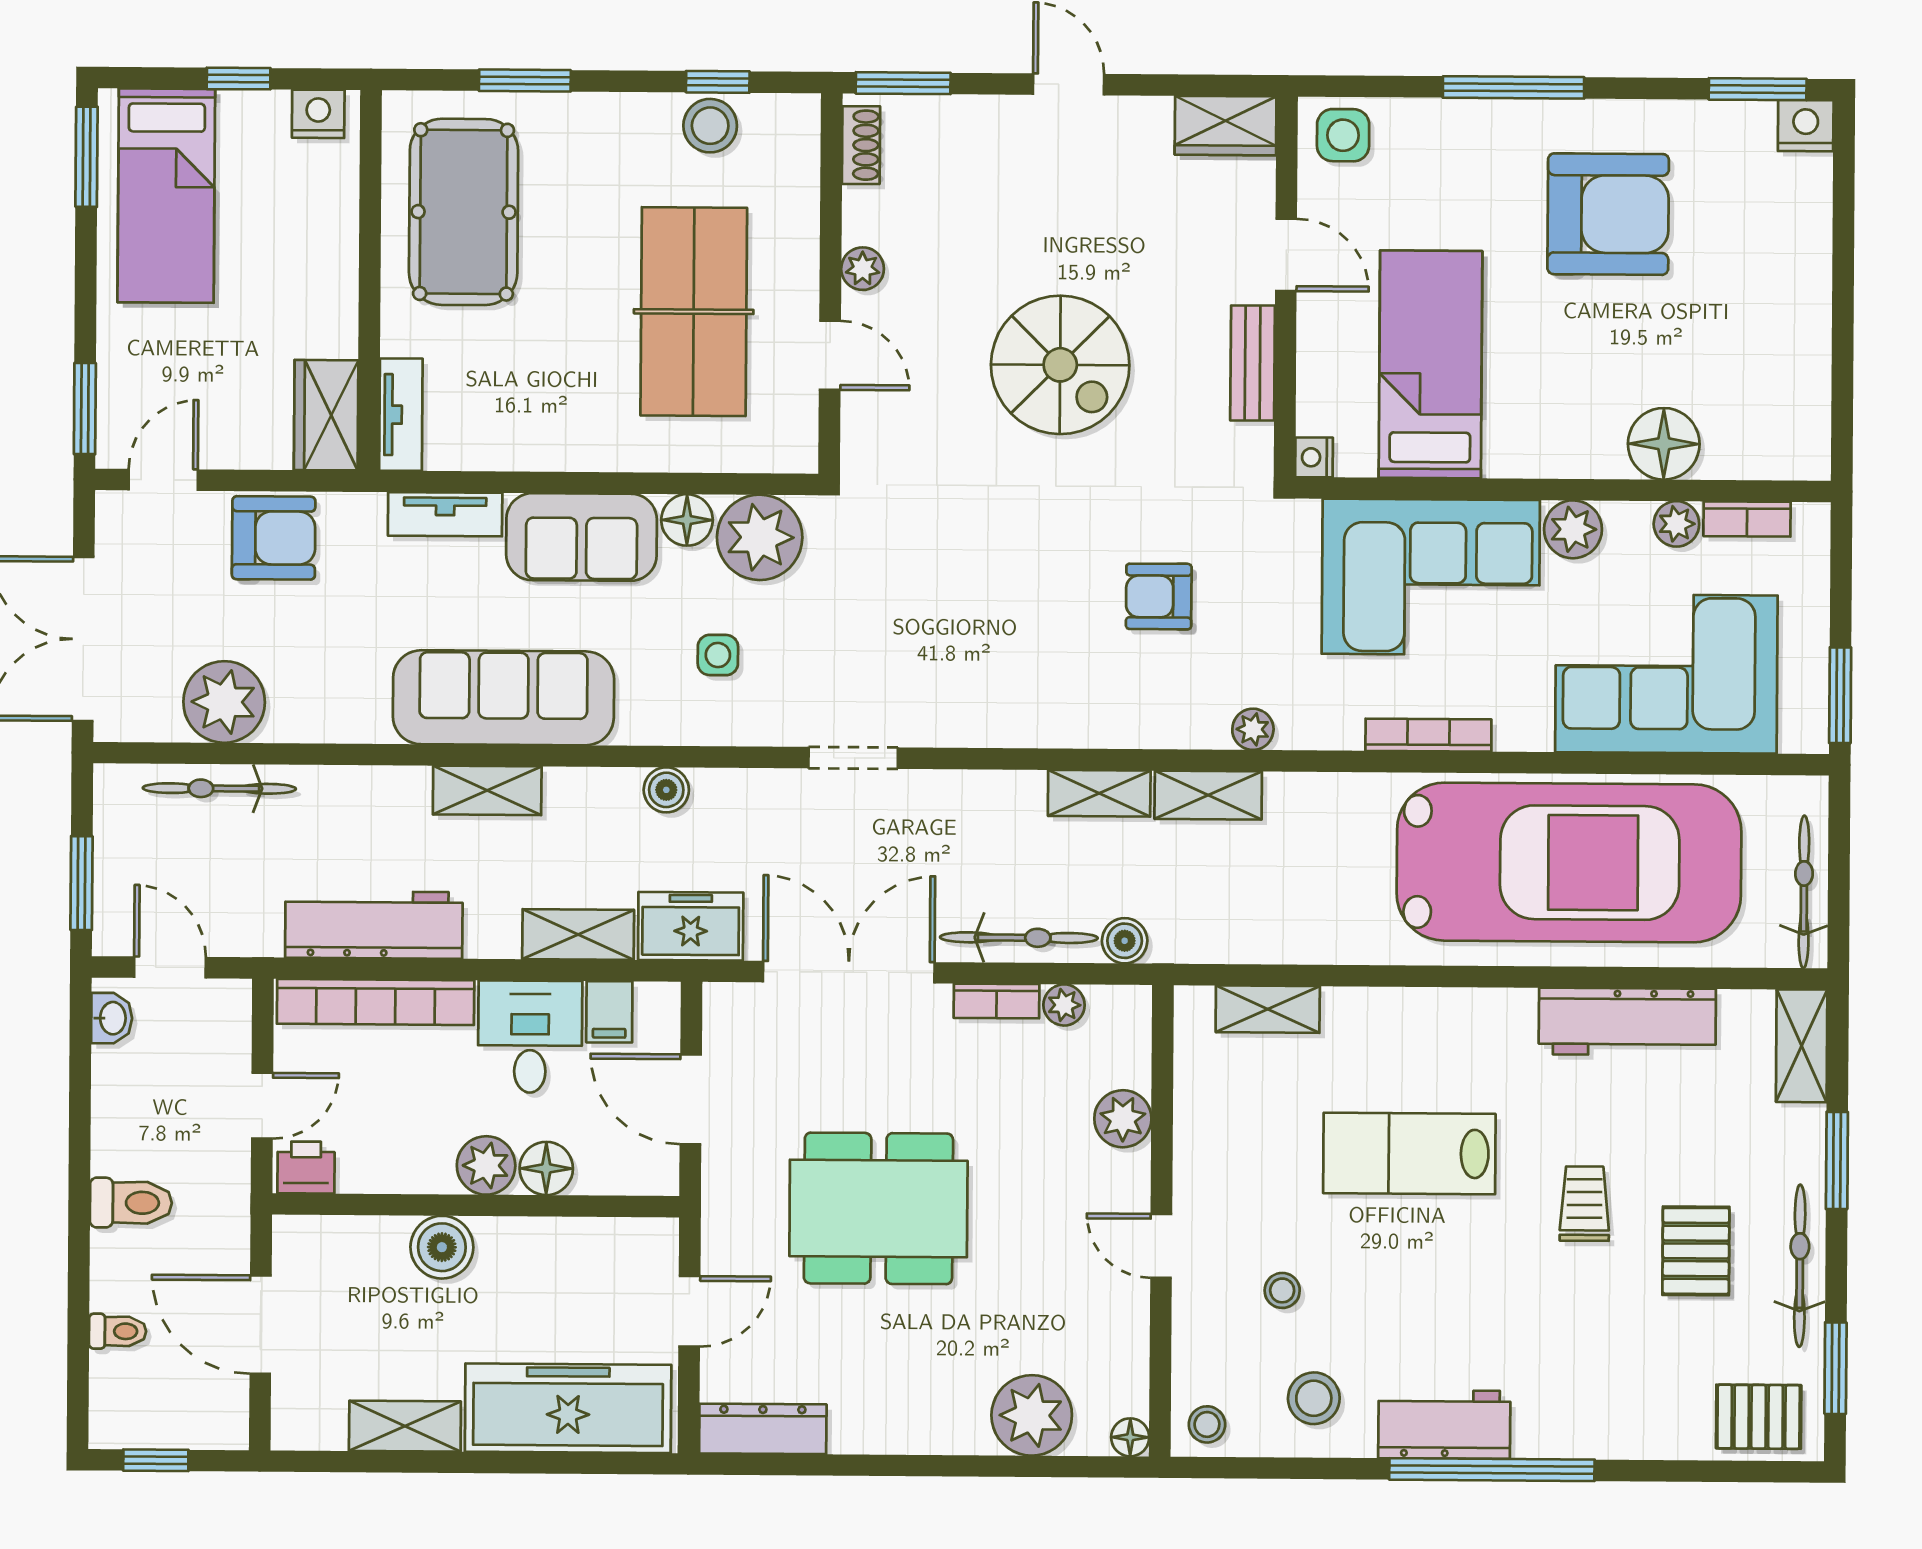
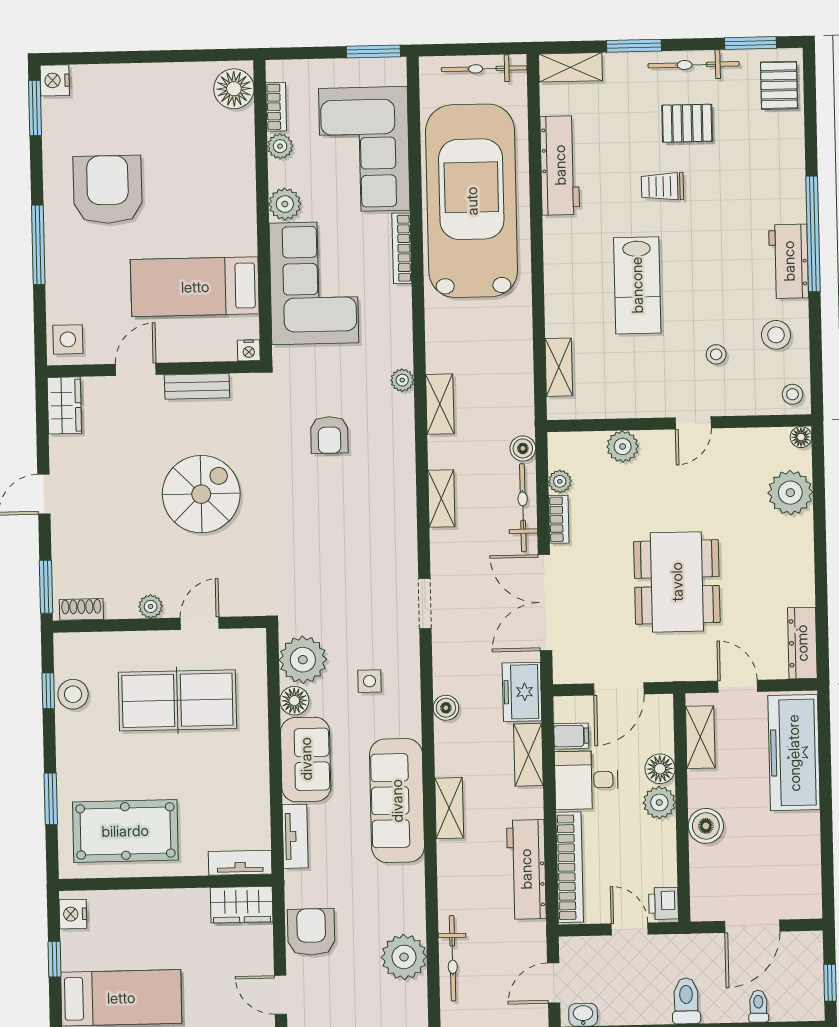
floor lamp: (1664, 444) -> (234, 89), moved
bookcase: (1428, 735) -> (402, 248), moved
shelving: (1099, 793) -> (441, 498), moved
shelving: (405, 1426) -> (700, 737), moved

